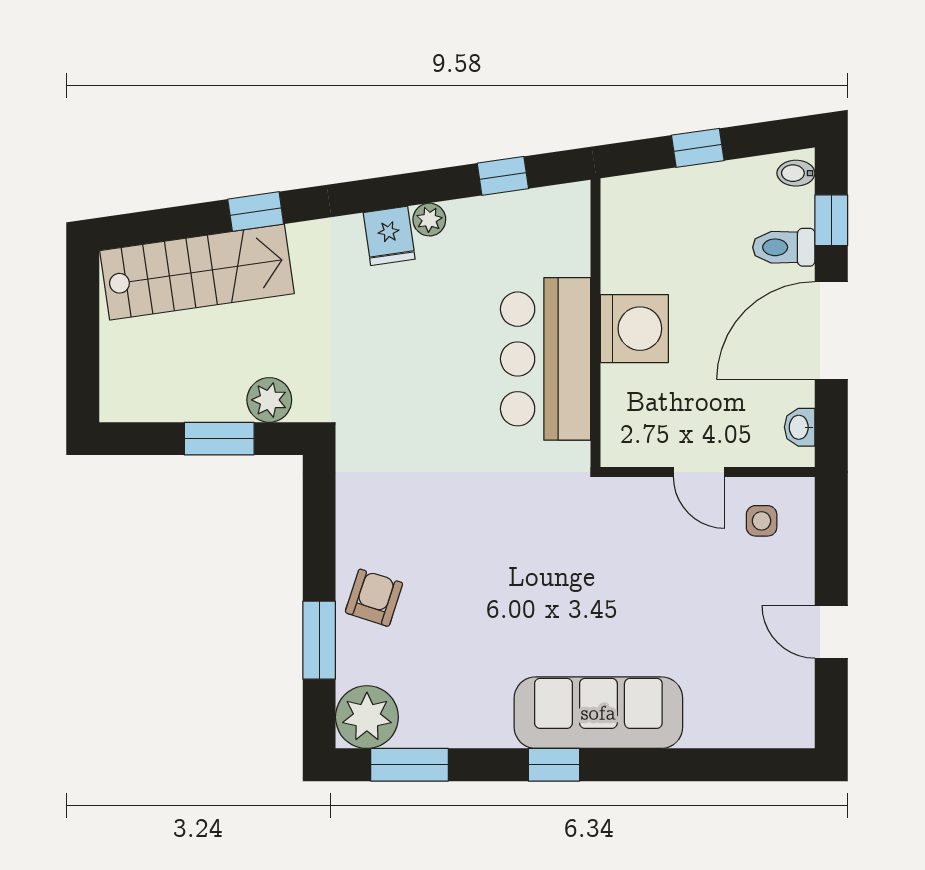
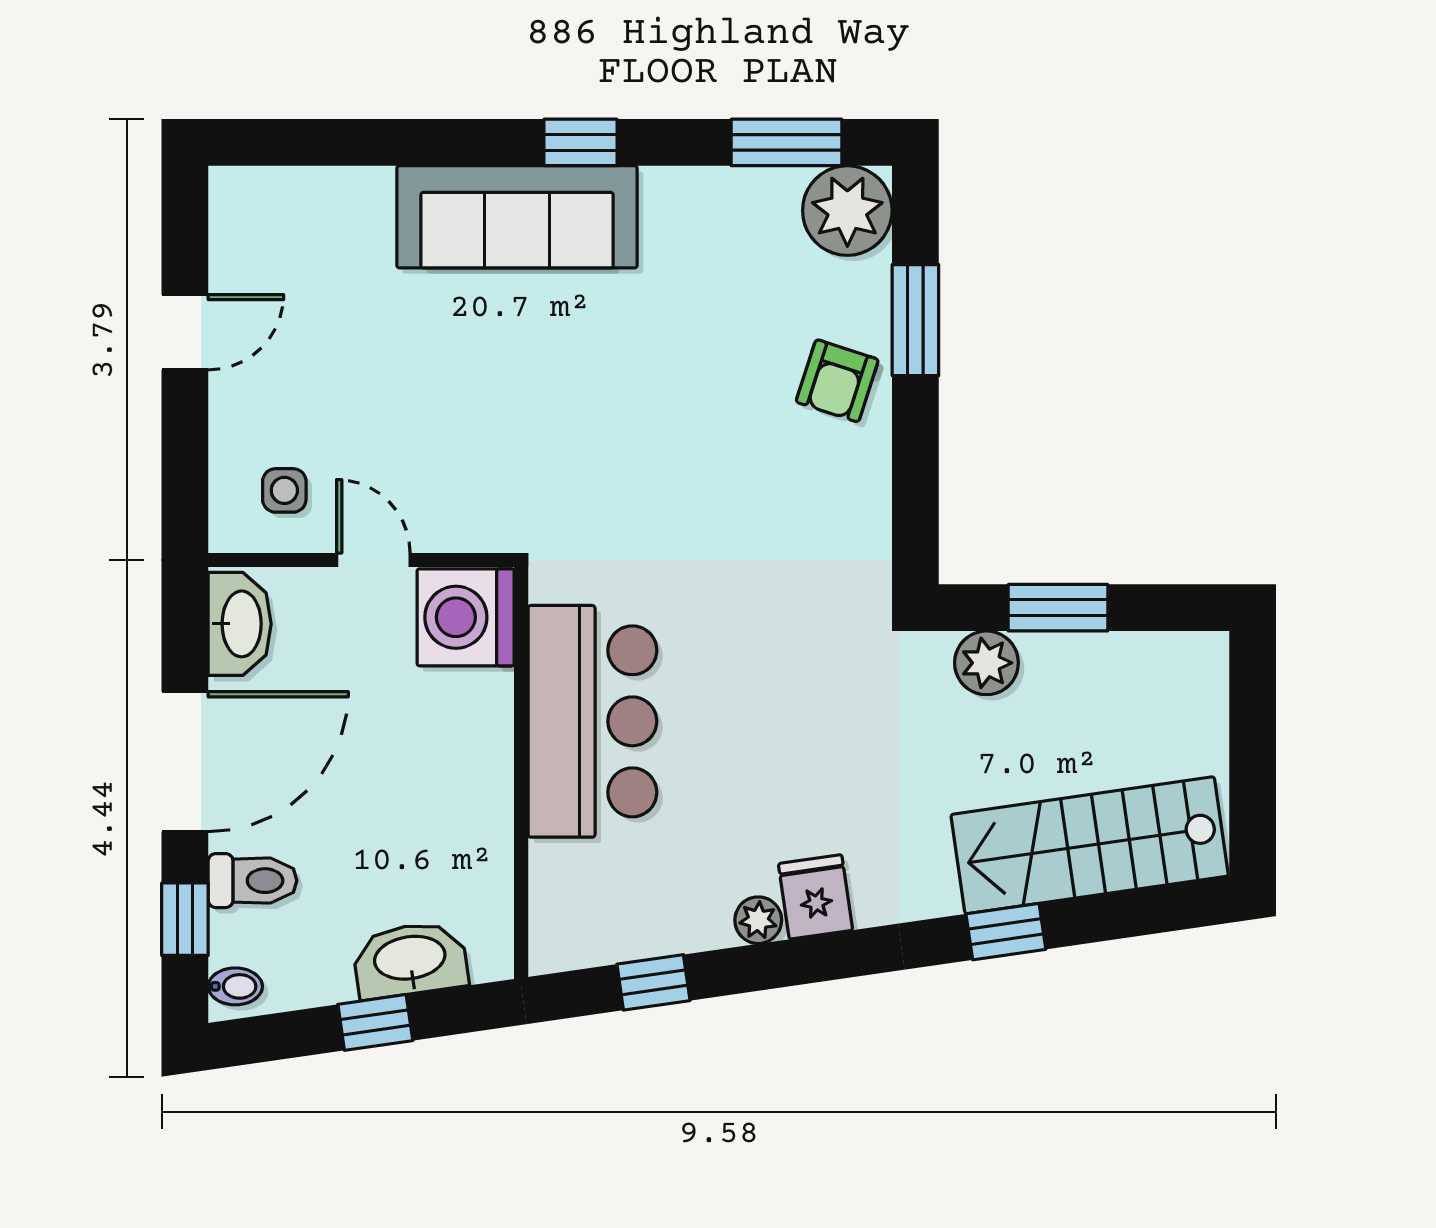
washbasin: (673, 192) -> (410, 960), added
washing machine: (634, 329) -> (466, 617), moved
washbasin: (800, 427) -> (240, 624), width x1.91, depth x1.45
door: (831, 632) -> (185, 332), hinge flipped

